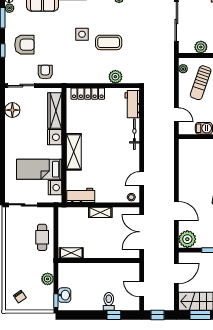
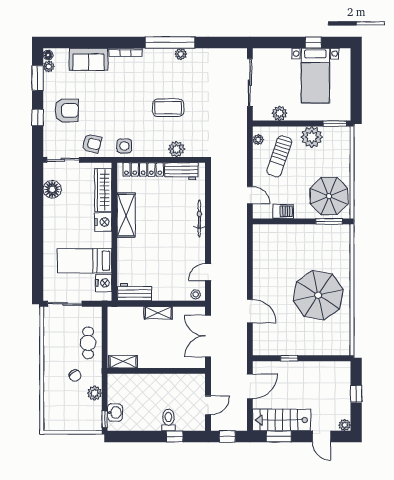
side table: (82, 34) -> (124, 146), moved
armchair: (45, 72) -> (92, 143), turned 103
workbench: (132, 104) -> (181, 171), moved, turned -90
shelving: (74, 152) -> (126, 215), moved
plant: (187, 239) -> (263, 345), removed
door: (142, 289) -> (208, 405), swing flipped
chair: (20, 297) -> (75, 376), moved

